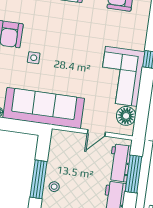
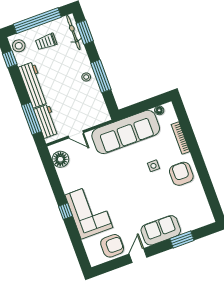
corner sofa: (121, 76) -> (89, 211), moved
door: (96, 133) -> (76, 134), swing flipped

